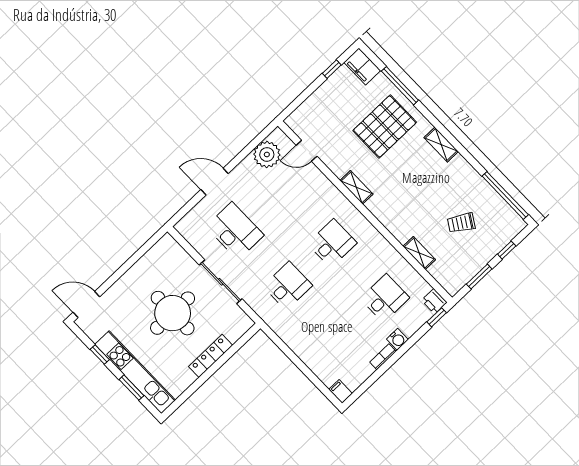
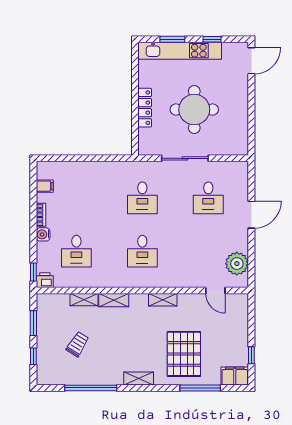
door: (307, 151) -> (215, 291), swing flipped
window: (505, 195) -> (91, 388), moved
shelving: (396, 228) -> (114, 300), added
desk: (235, 231) -> (208, 198), width x0.73
filing cabinet: (340, 391) -> (45, 186), moved

